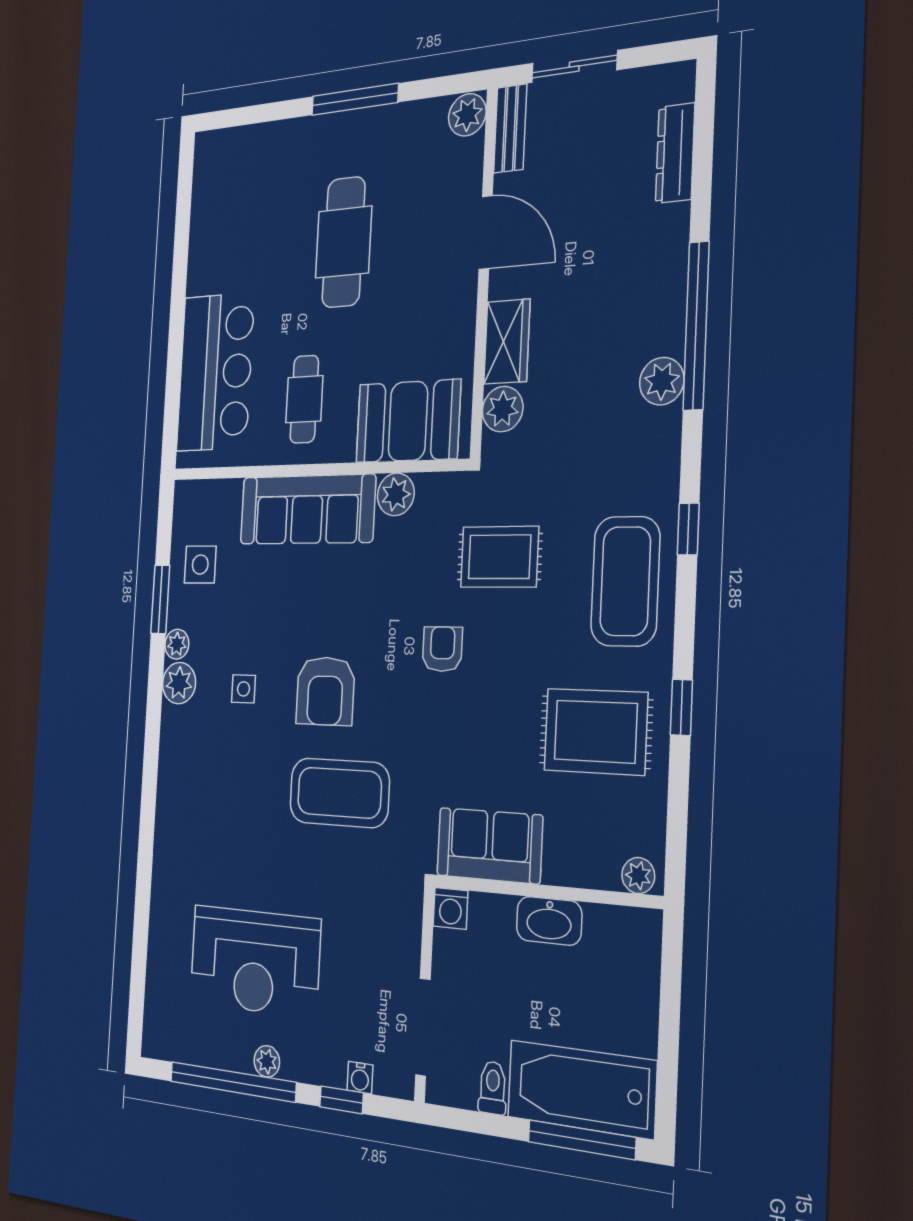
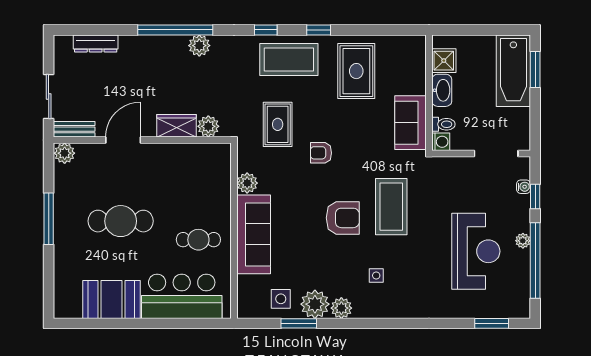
booth: (408, 421) -> (111, 299), moved, turned 90
plant: (177, 644) -> (315, 304), width x1.87, depth x1.87
side table: (244, 689) -> (376, 275), moved
window: (681, 707) -> (319, 30), moved
plant: (638, 875) -> (418, 47), removed
shower: (609, 932) -> (444, 61), added
window: (138, 978) -> (492, 323), added
toilet: (493, 1088) -> (443, 124), moved, turned 180
window: (582, 1140) -> (535, 70), width x0.69

